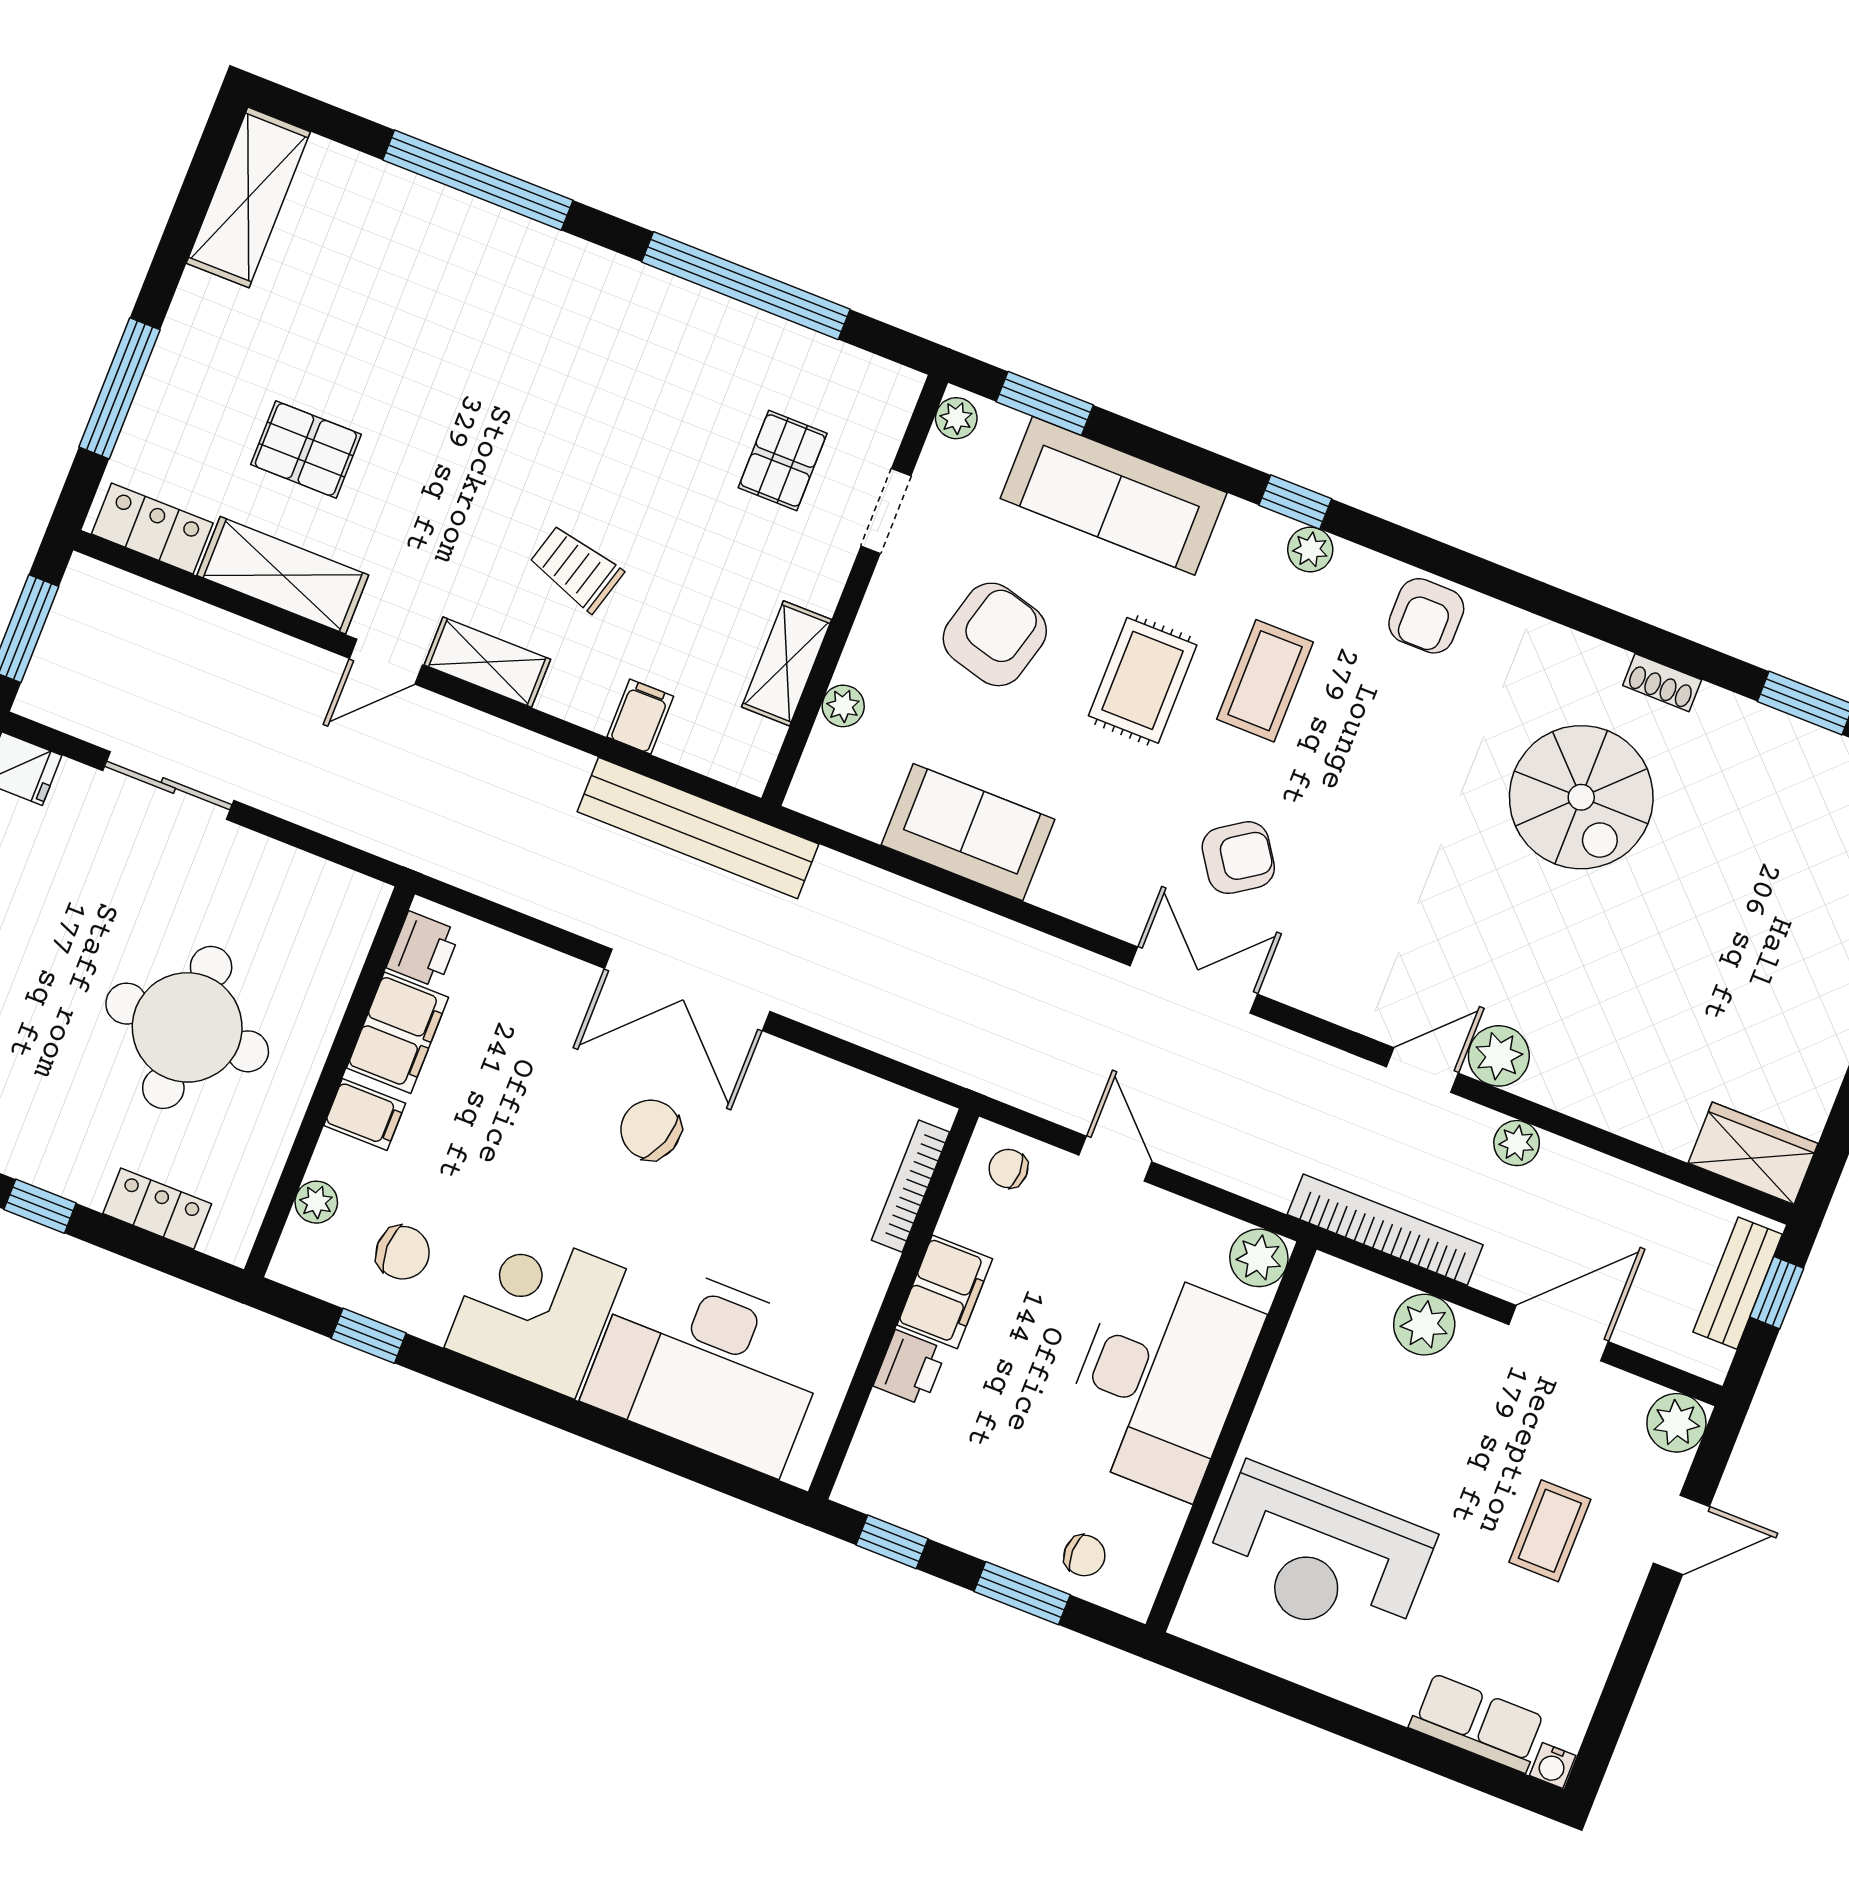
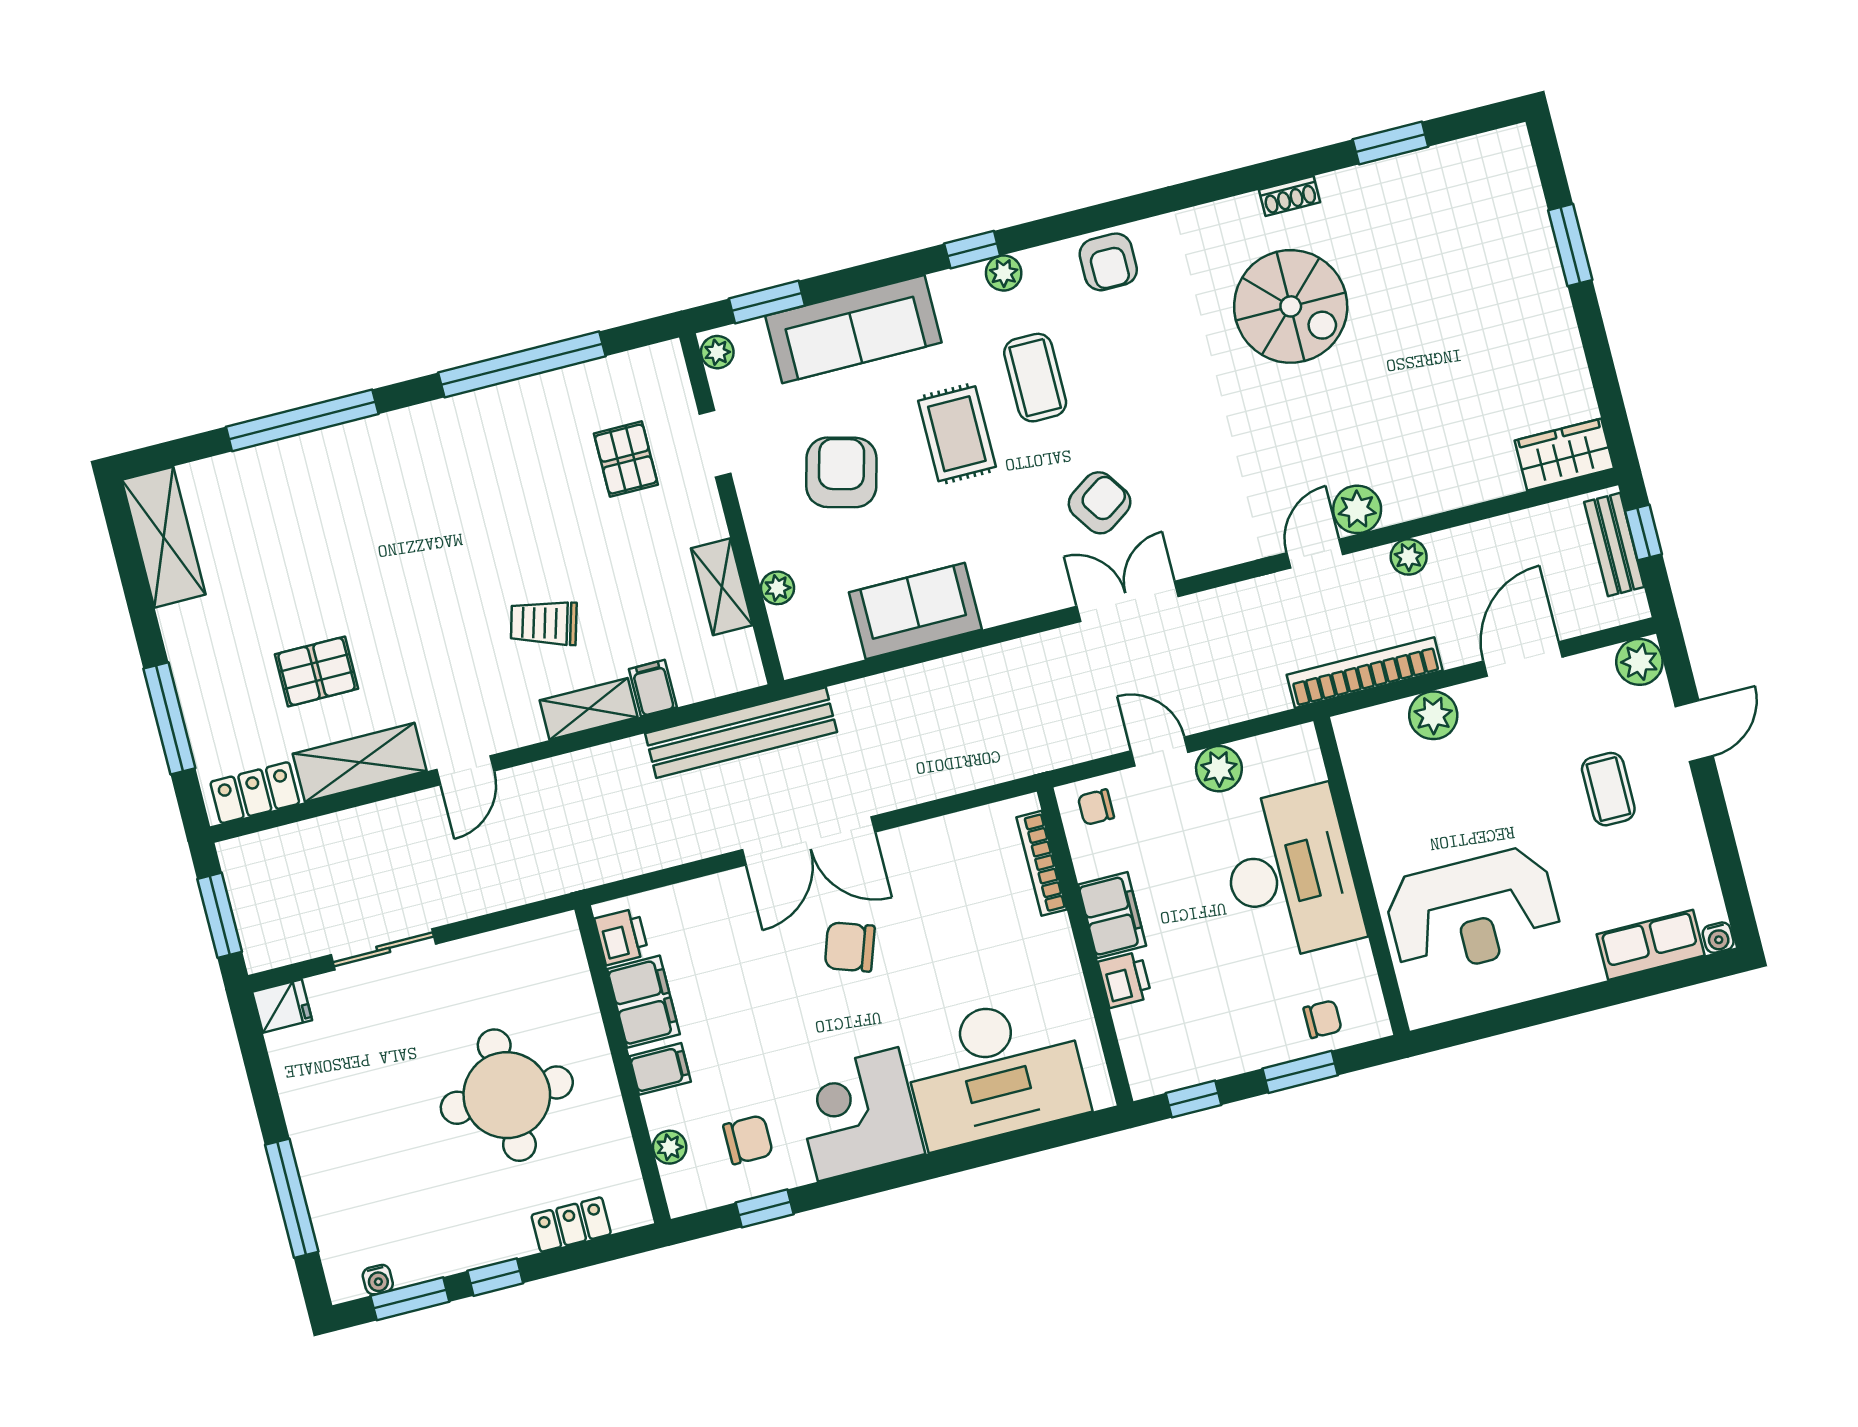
shelving: (487, 662) -> (589, 709), moved
plant: (1259, 1258) -> (1219, 769), moved

